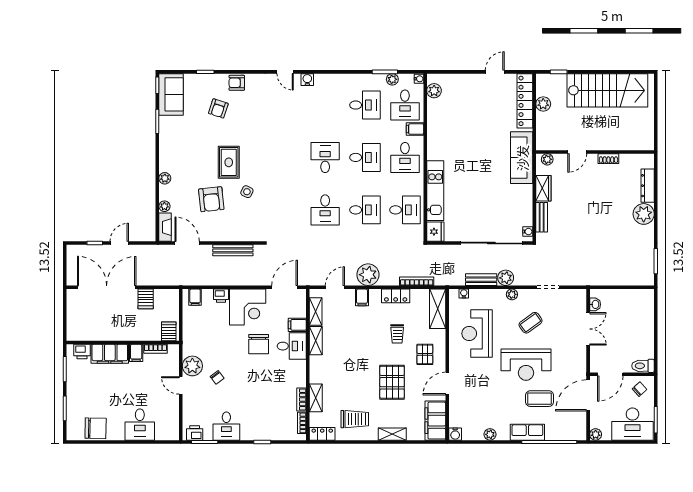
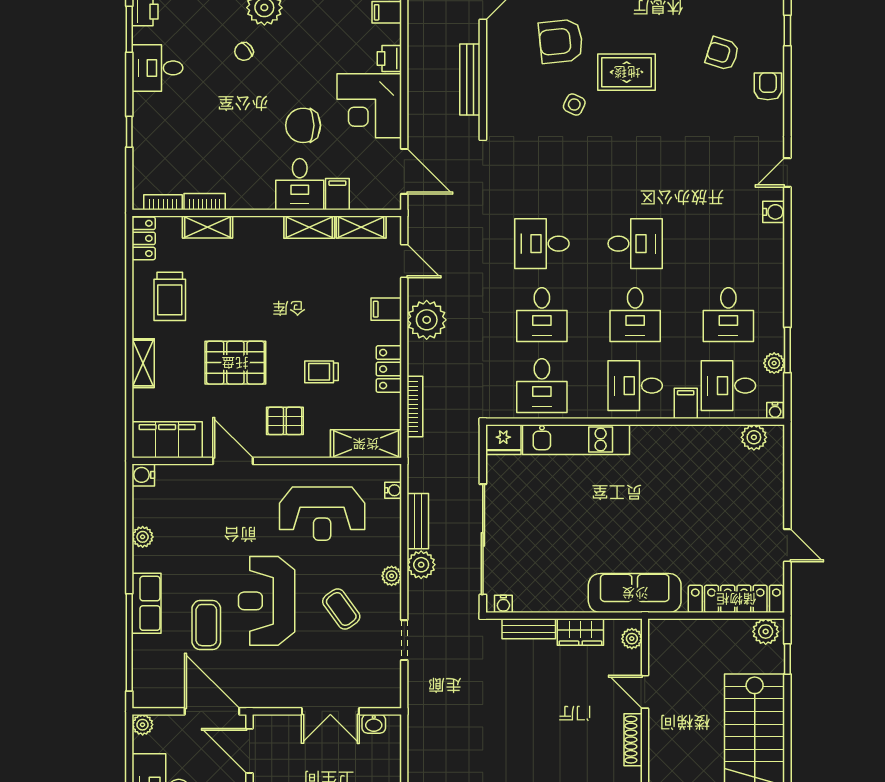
plant: (543, 104) -> (766, 632), moved
shoe rack: (608, 159) -> (633, 740), width x1.43
reception desk: (477, 333) -> (322, 514), turned 180

